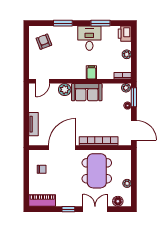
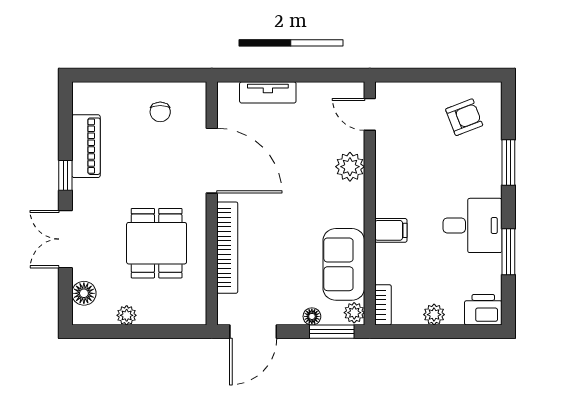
sofa: (87, 92) -> (344, 264), moved
dining table: (97, 171) -> (157, 243), width x0.73
piano: (42, 200) -> (86, 146), moved
double door: (95, 209) -> (65, 239), swing flipped

